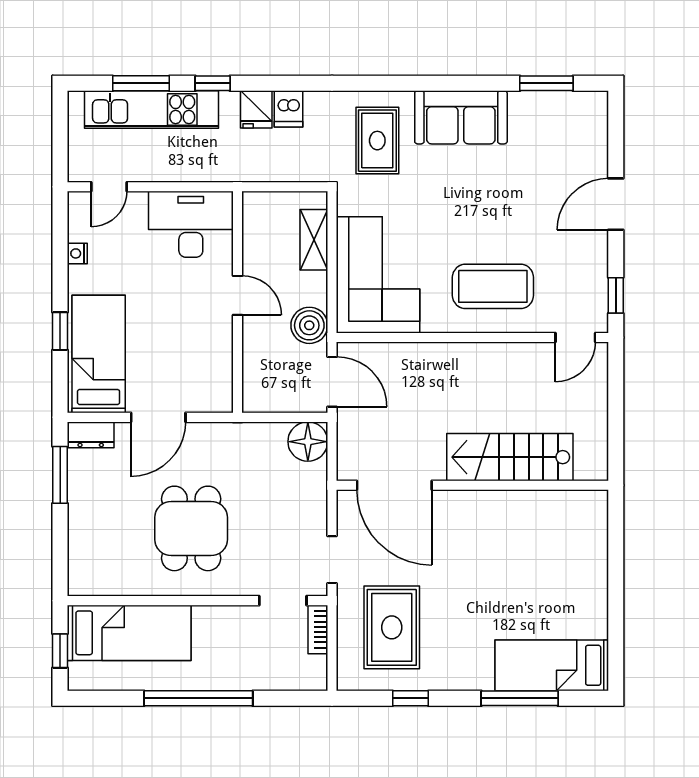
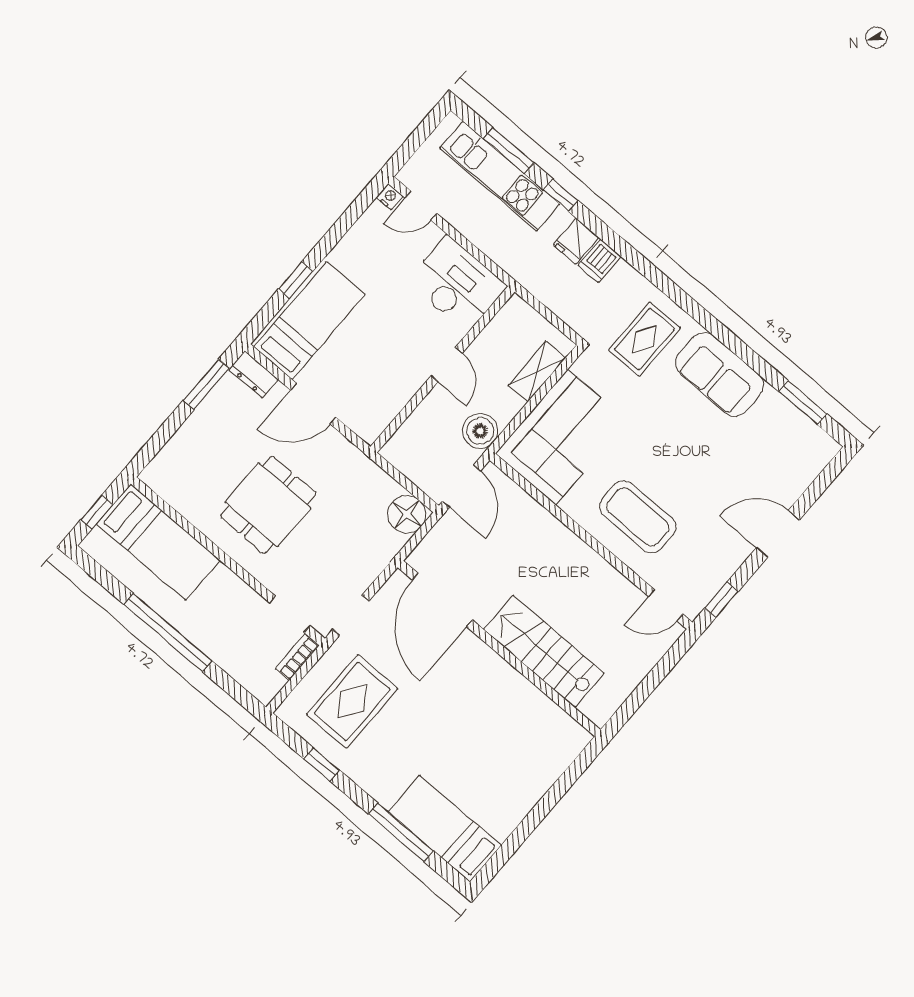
nightstand: (77, 253) -> (390, 197), moved, turned 90

